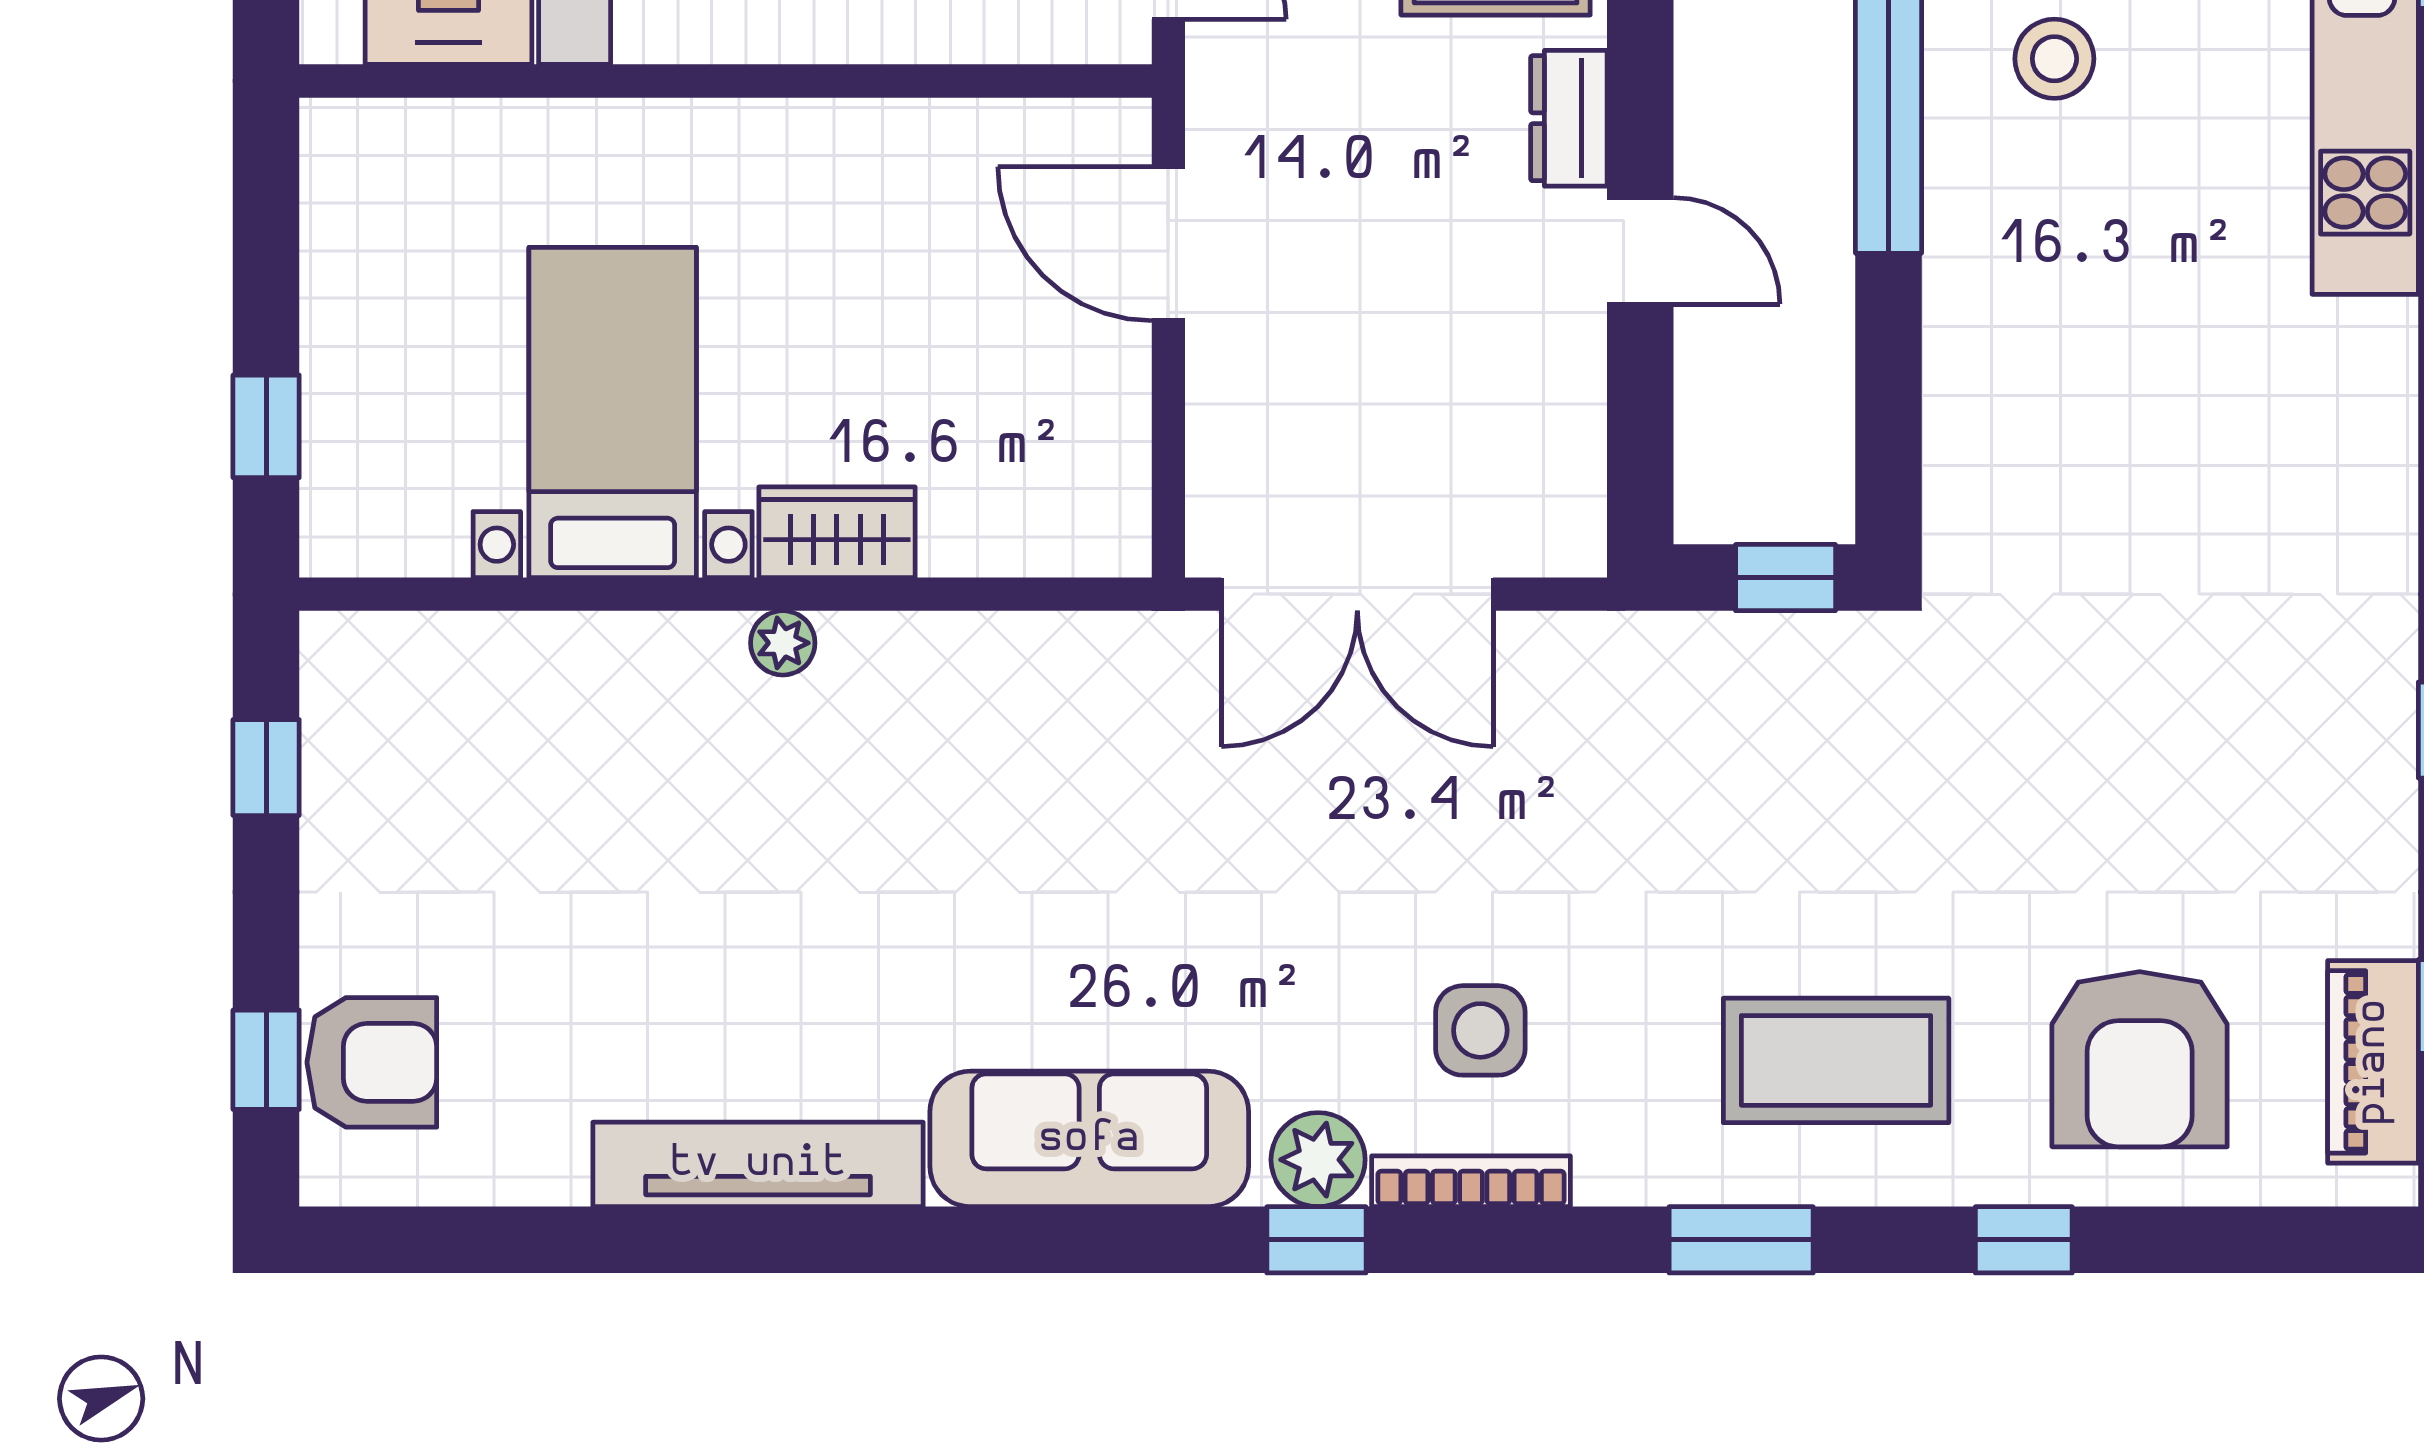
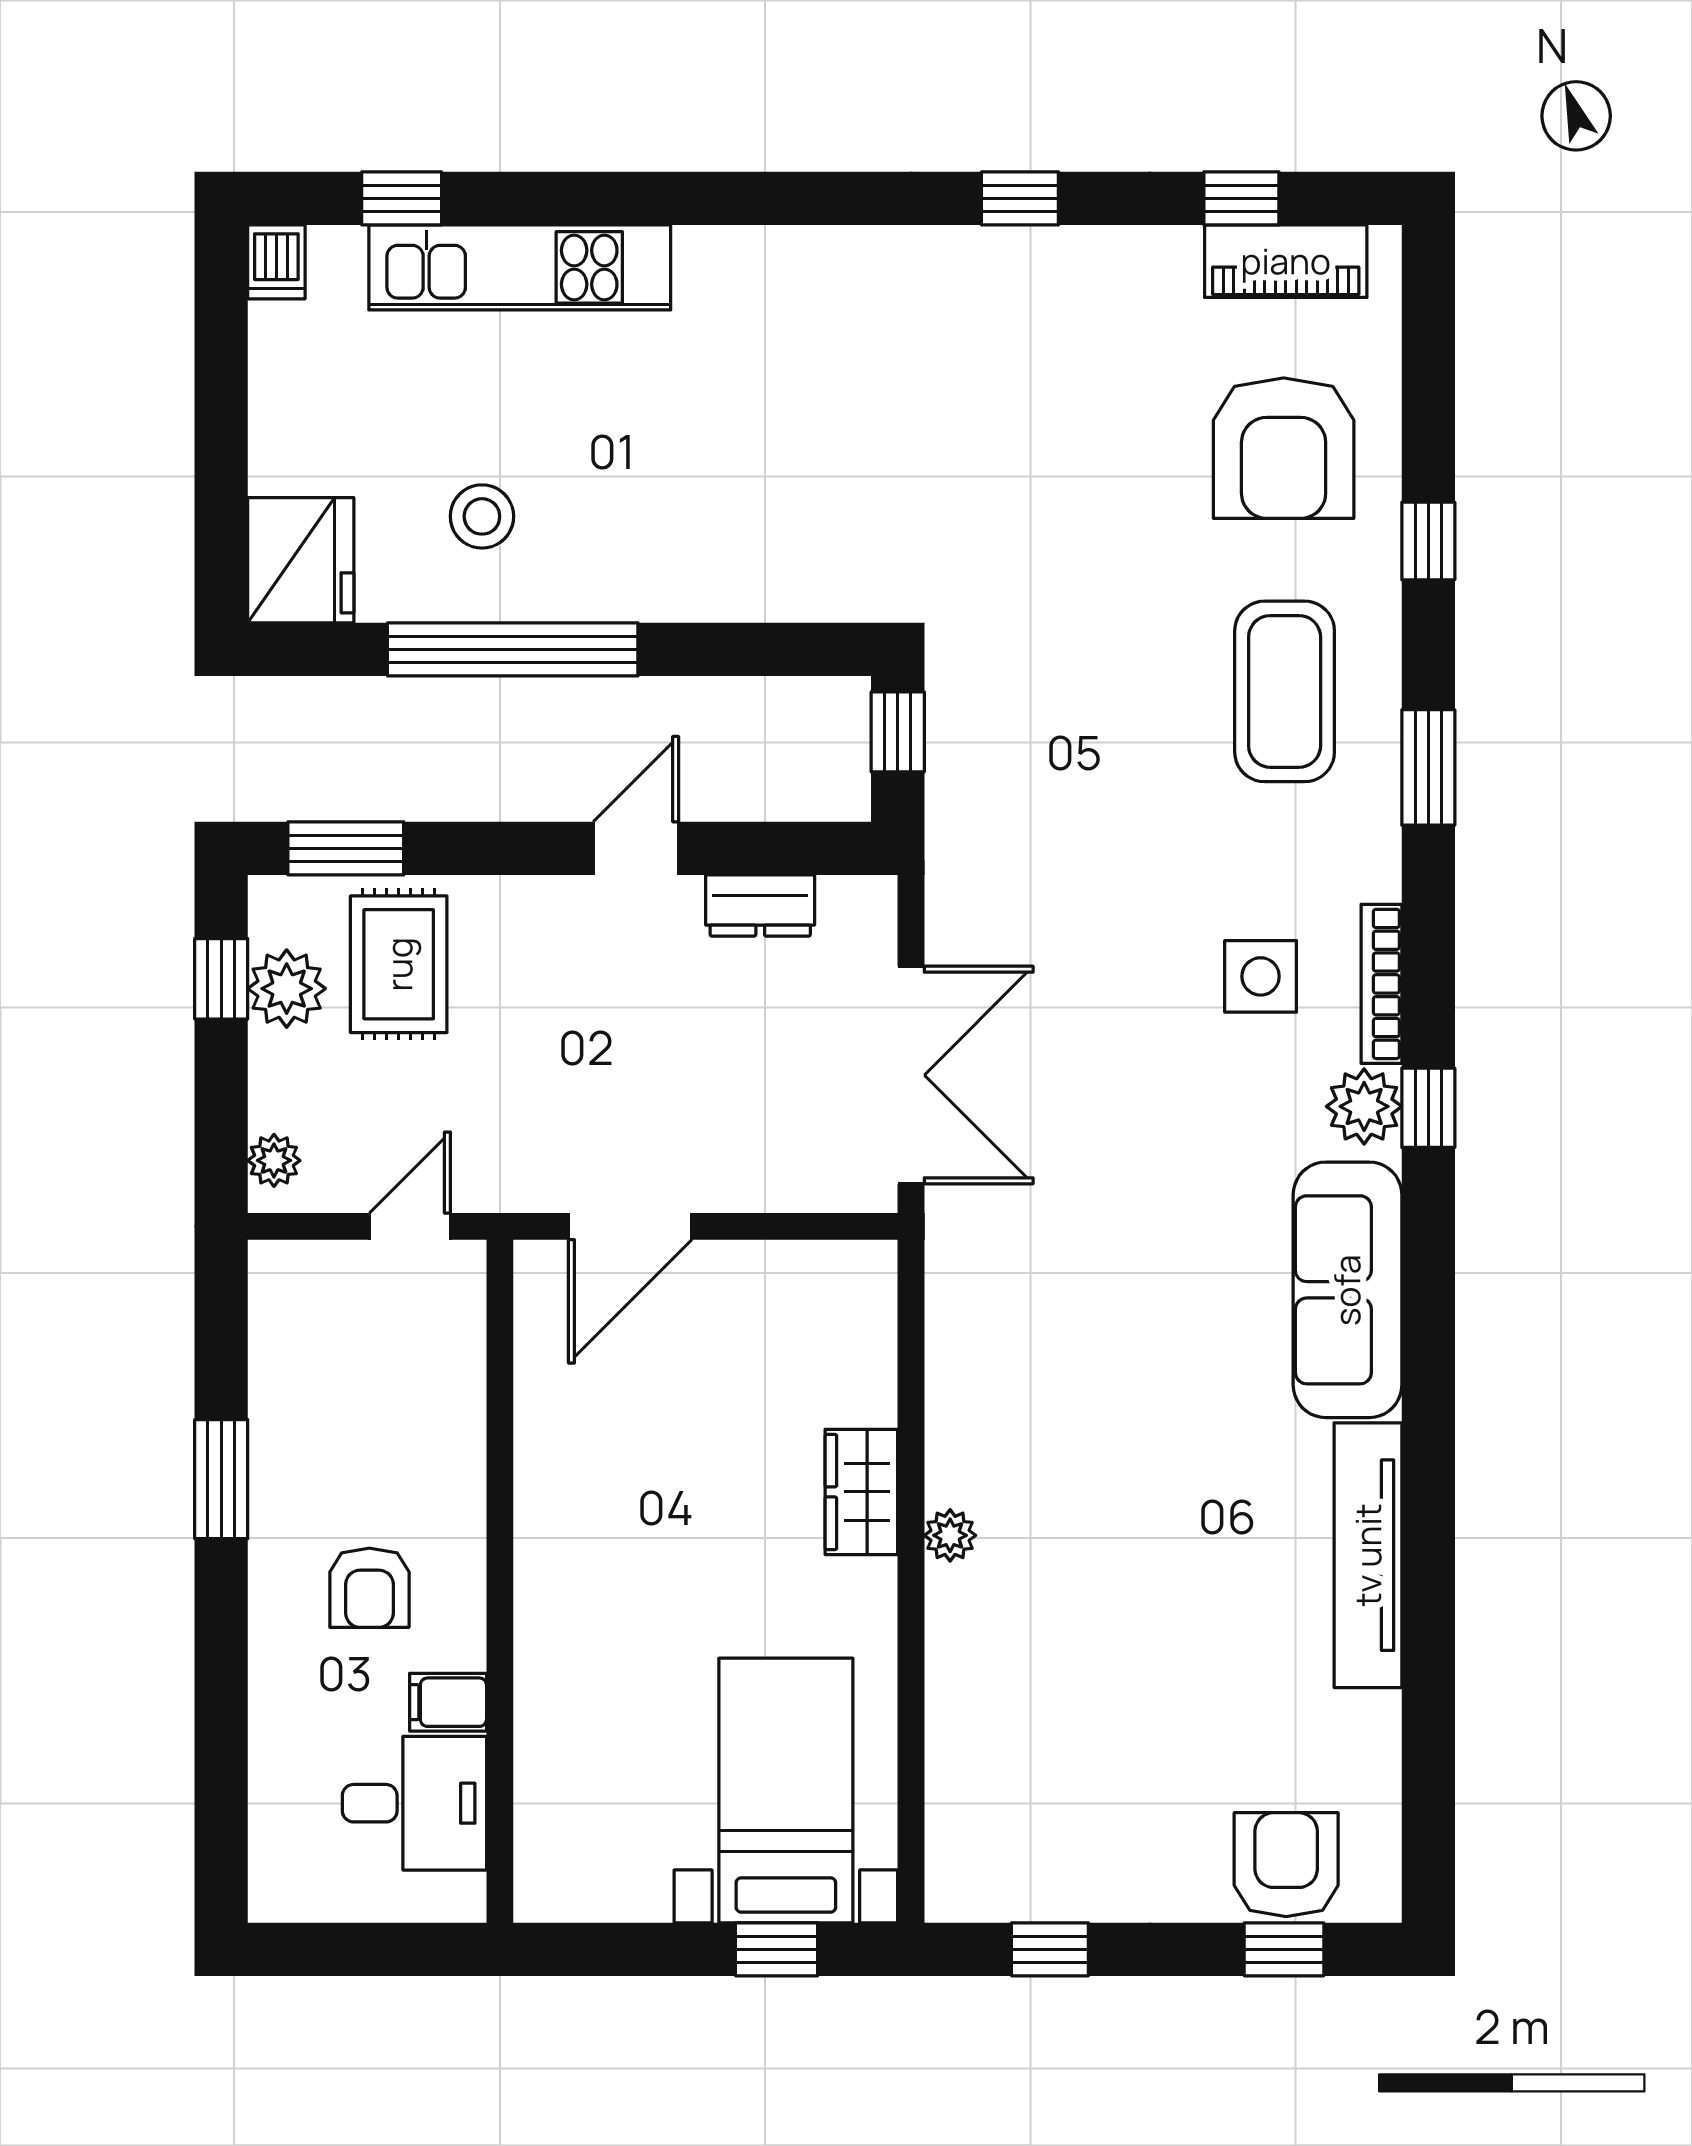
dresser: (1569, 118) -> (760, 906), moved
bed with nightstands: (613, 412) -> (786, 1790), moved, turned 90
armchair: (2140, 1059) -> (1284, 448), turned 90

